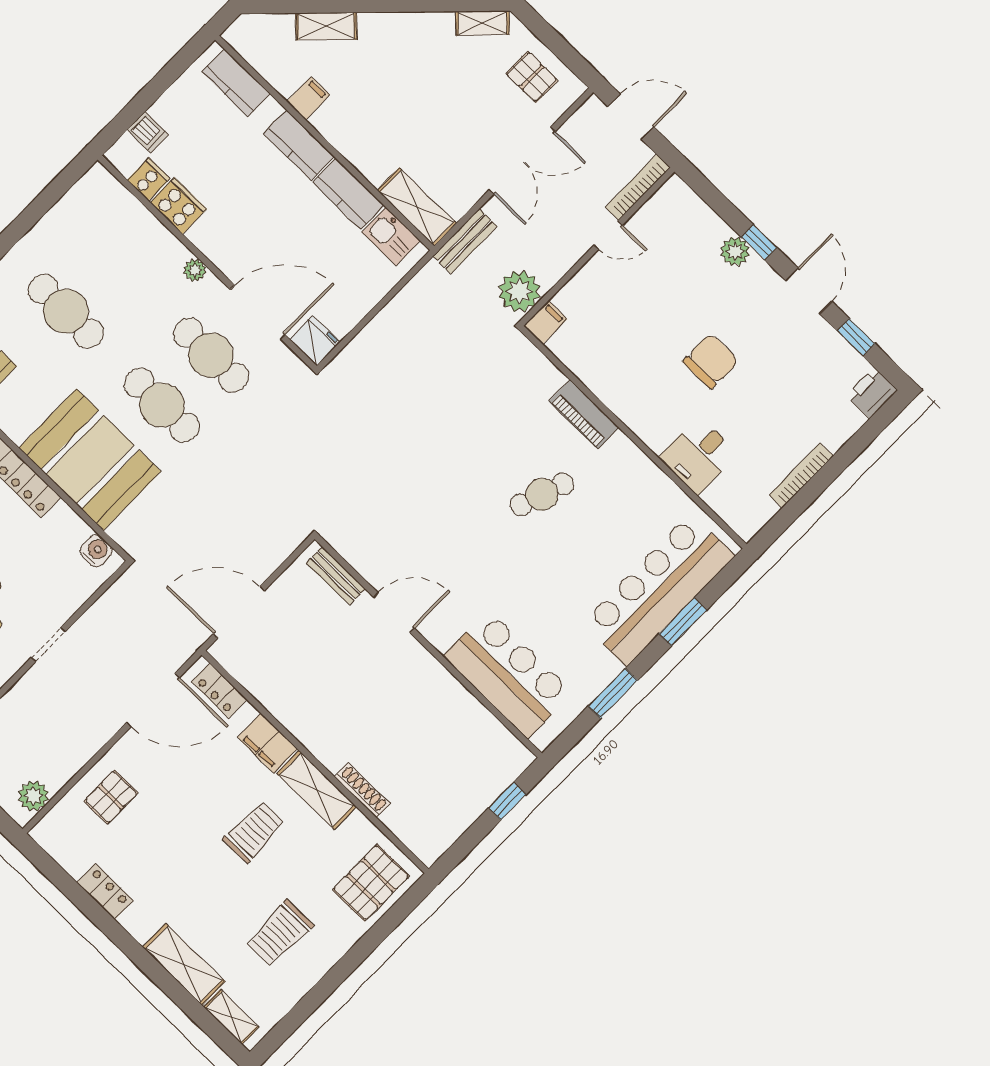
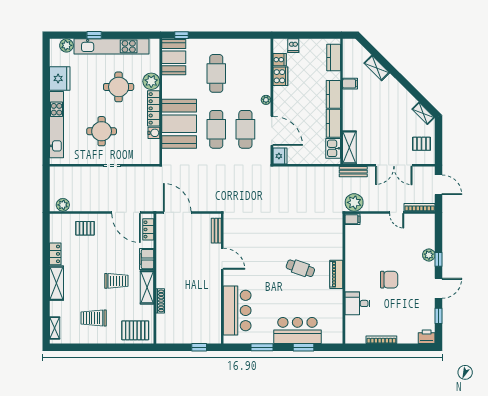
pallet: (532, 77) -> (421, 144), turned 90
piano: (584, 414) -> (336, 274), moved
water cooler: (96, 551) -> (154, 133), moved
bar counter: (659, 589) -> (297, 330), width x0.73
shelving: (184, 964) -> (57, 283), moved

